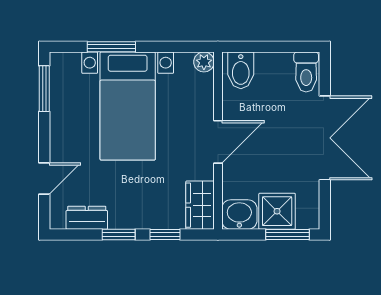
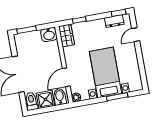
window: (44, 89) -> (143, 73), removed
door: (218, 142) -> (66, 77), moved
shower: (277, 211) -> (45, 99), moved
window: (119, 235) -> (119, 13), moved

